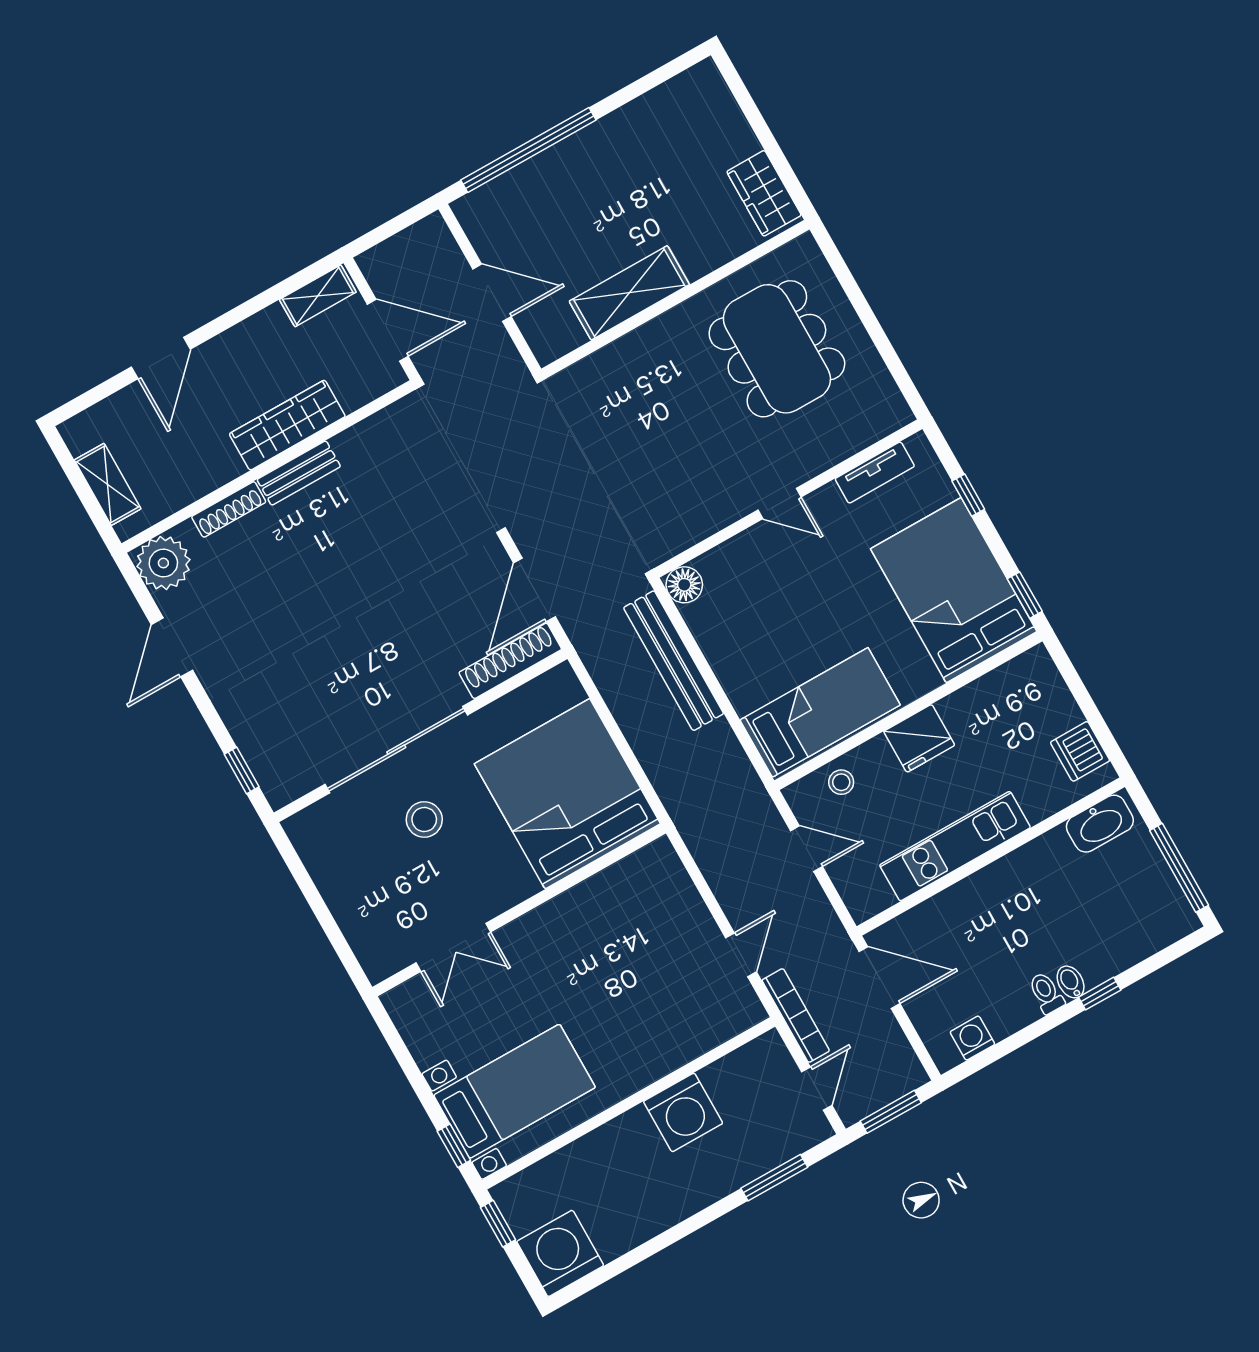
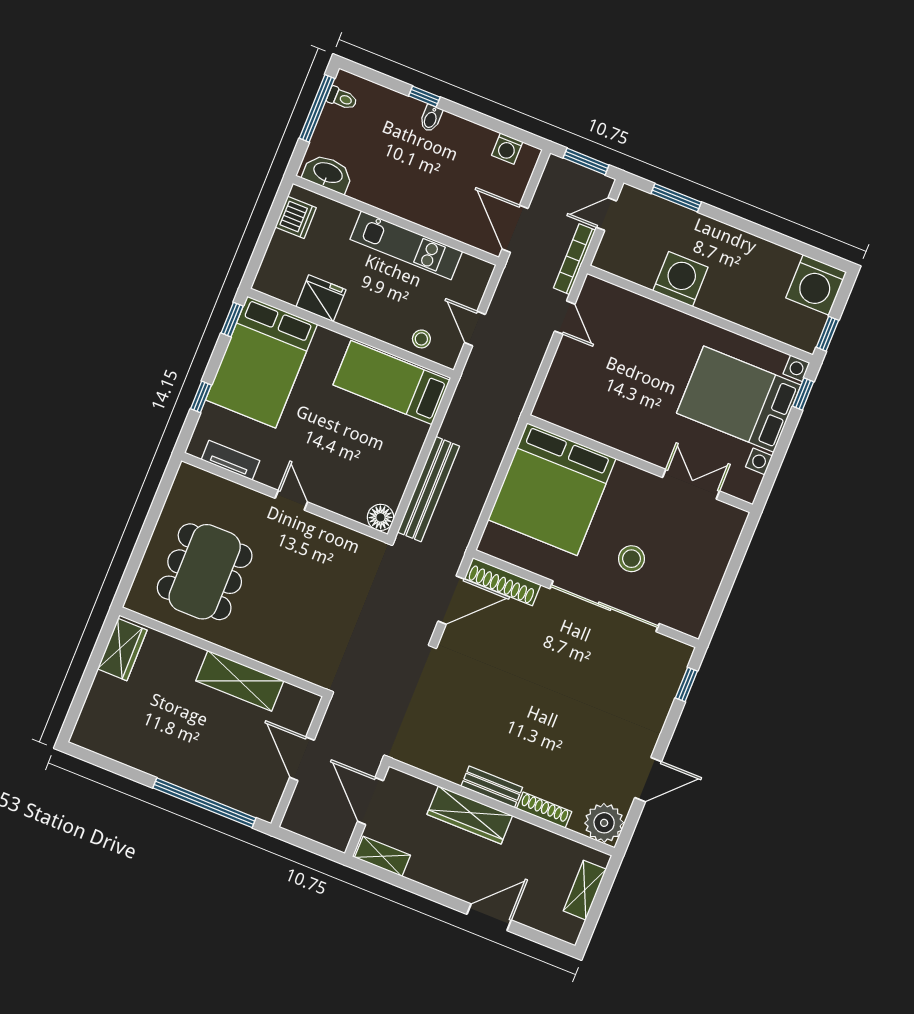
fridge: (919, 738) -> (321, 298), moved
door: (741, 955) -> (565, 318), swing flipped
toilet: (1046, 993) -> (342, 98), moved, turned -90
bed with nightstands: (515, 1091) -> (739, 399), width x1.36

